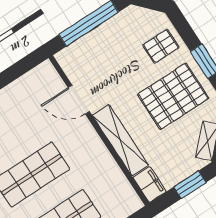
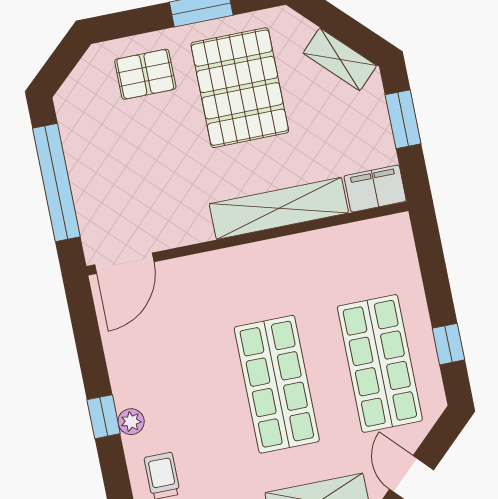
pallet: (161, 46) -> (145, 74), turned 90
door: (79, 100) -> (124, 263), moved

